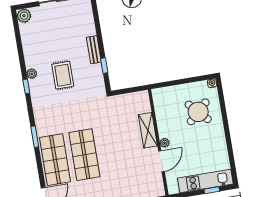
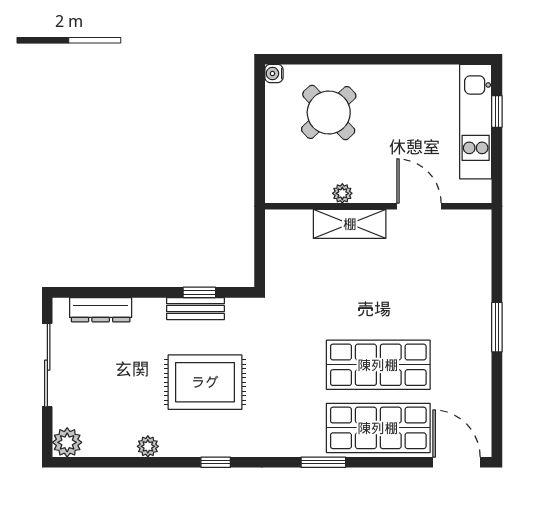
dresser: (88, 21) -> (101, 310), added
bench: (94, 50) -> (195, 309), moved
plant: (32, 74) -> (148, 446), moved
rug: (63, 75) -> (205, 382), width x1.36, depth x1.43
plant: (165, 143) -> (342, 193), moved

